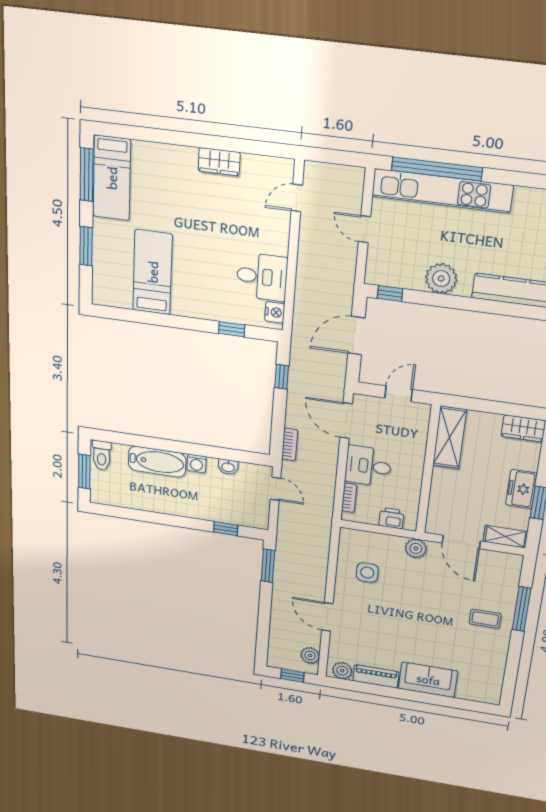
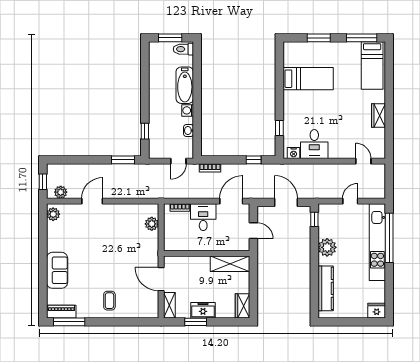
bed: (112, 178) -> (372, 66), moved, turned -90
printer: (391, 518) -> (170, 235), removed
door: (461, 542) -> (161, 279), hinge flipped
plant: (416, 548) -> (152, 224), moved
side table: (367, 573) -> (129, 224), removed
window: (522, 609) -> (69, 322), moved
piano: (376, 676) -> (61, 312), moved, turned -90

